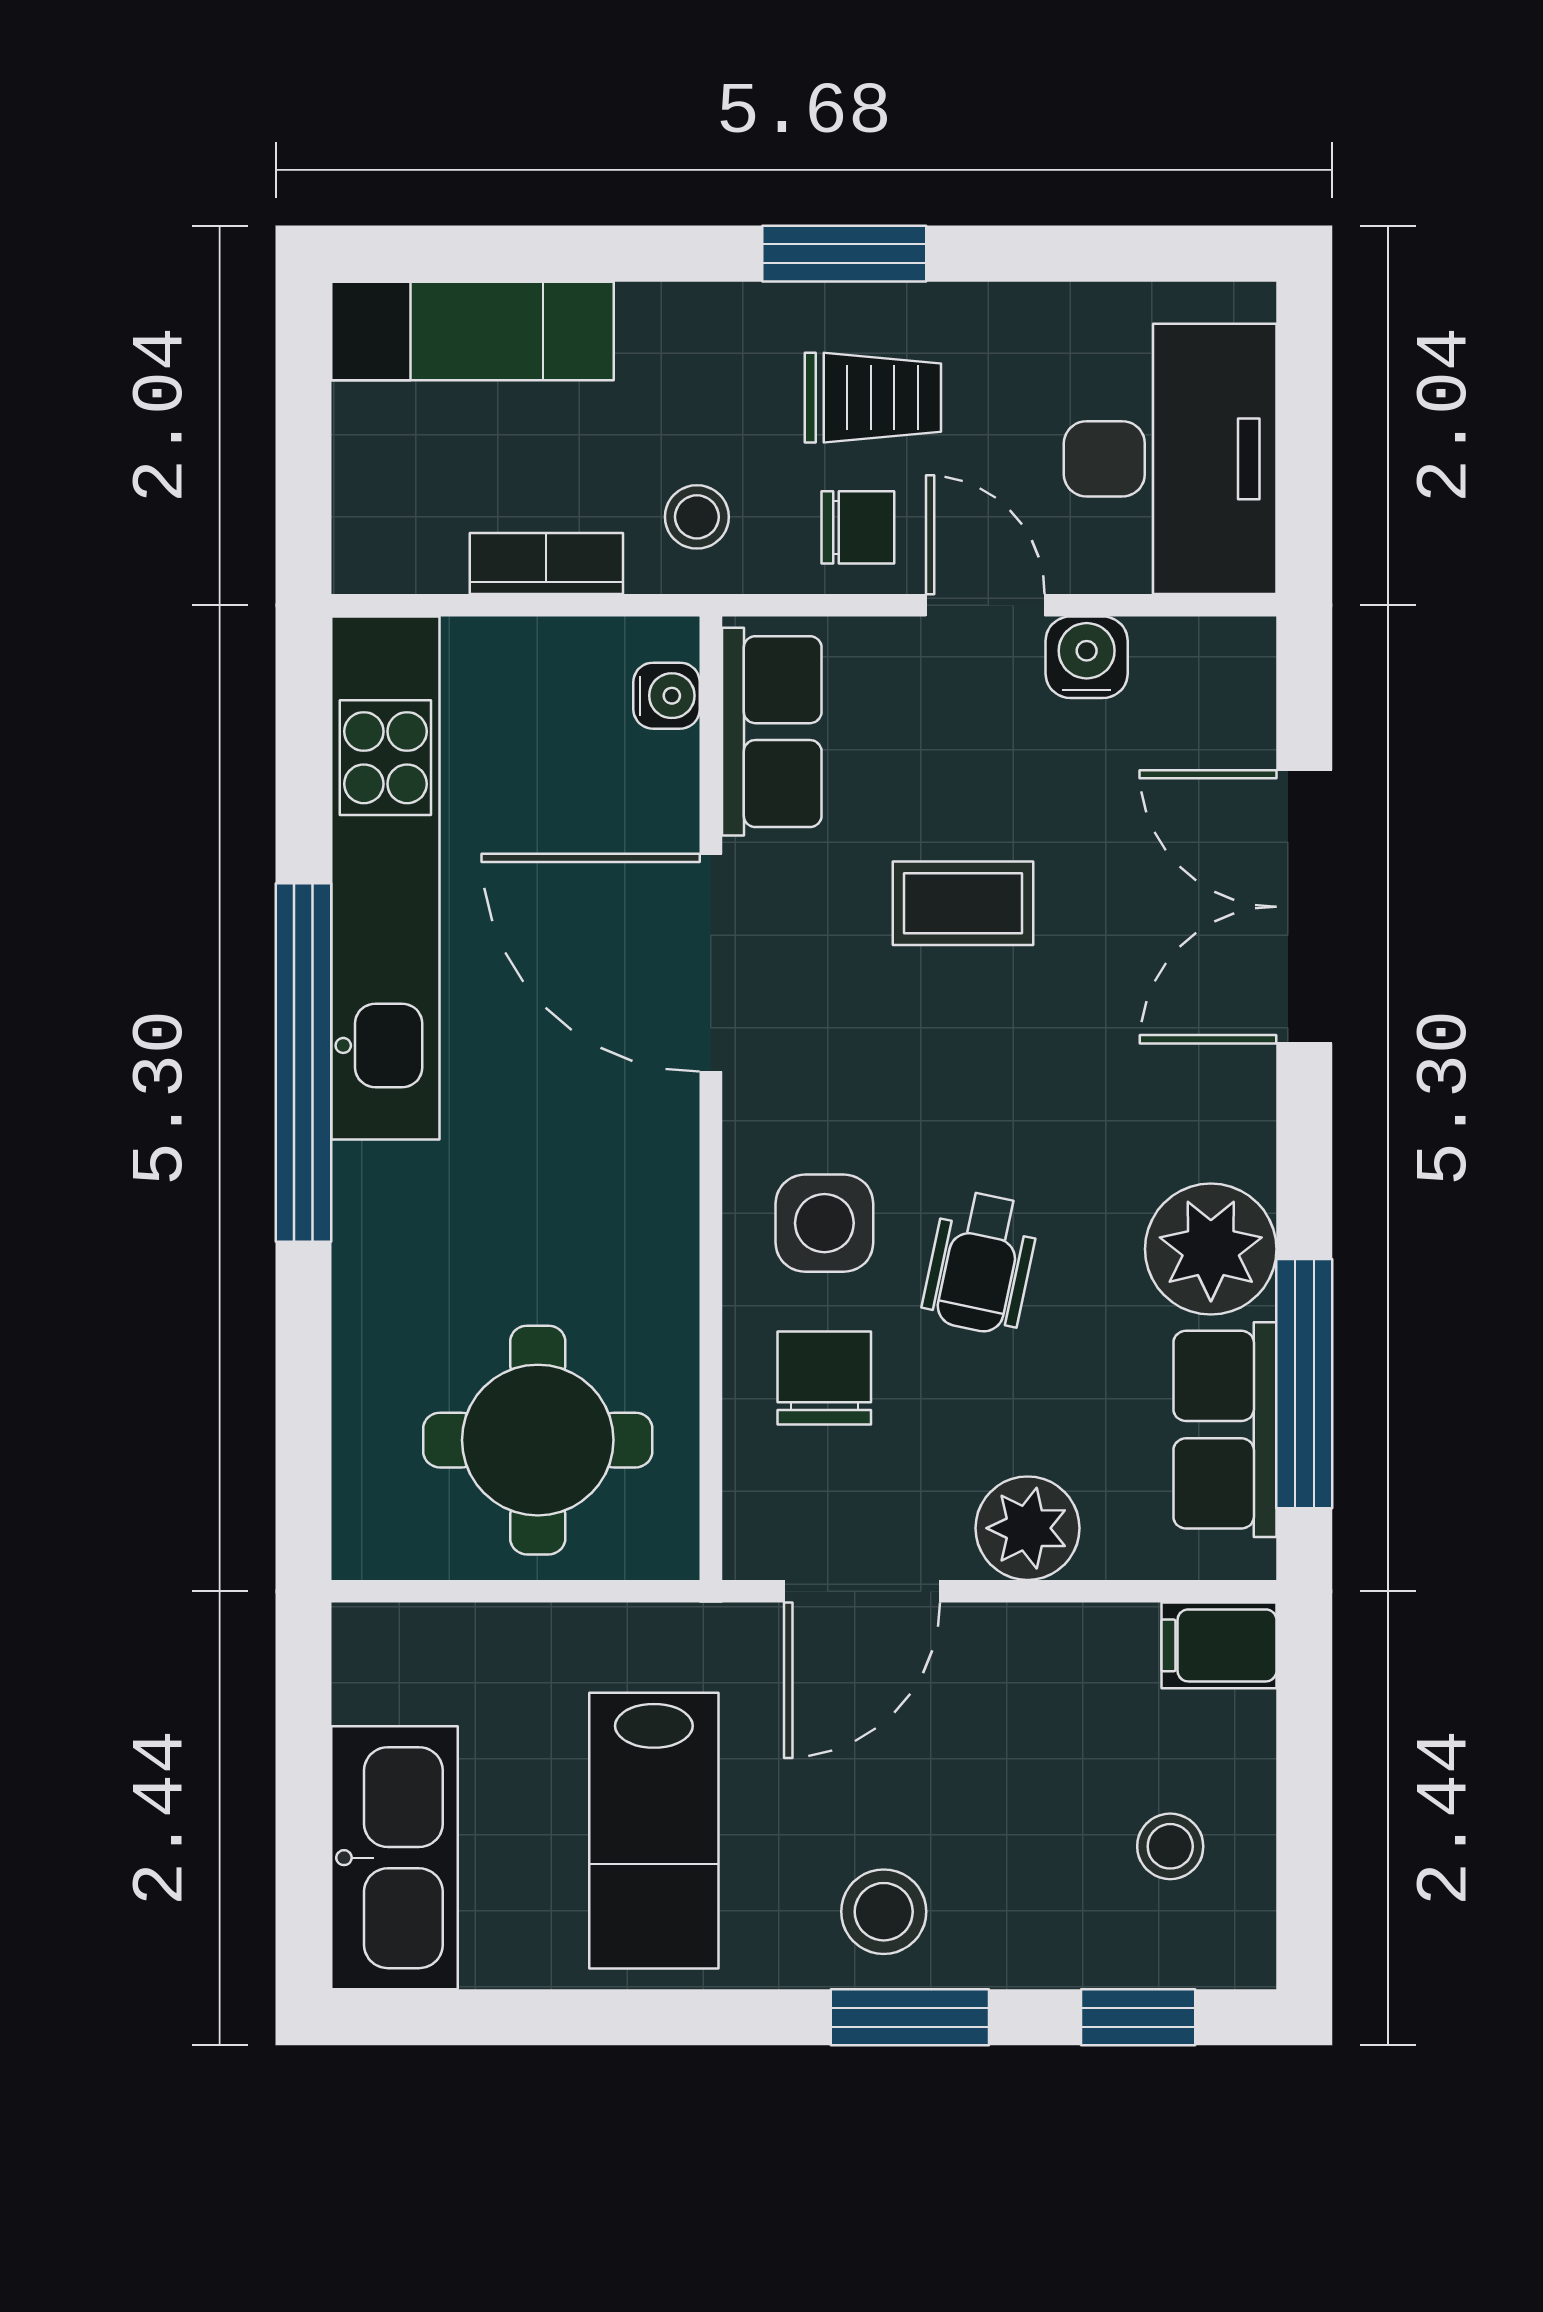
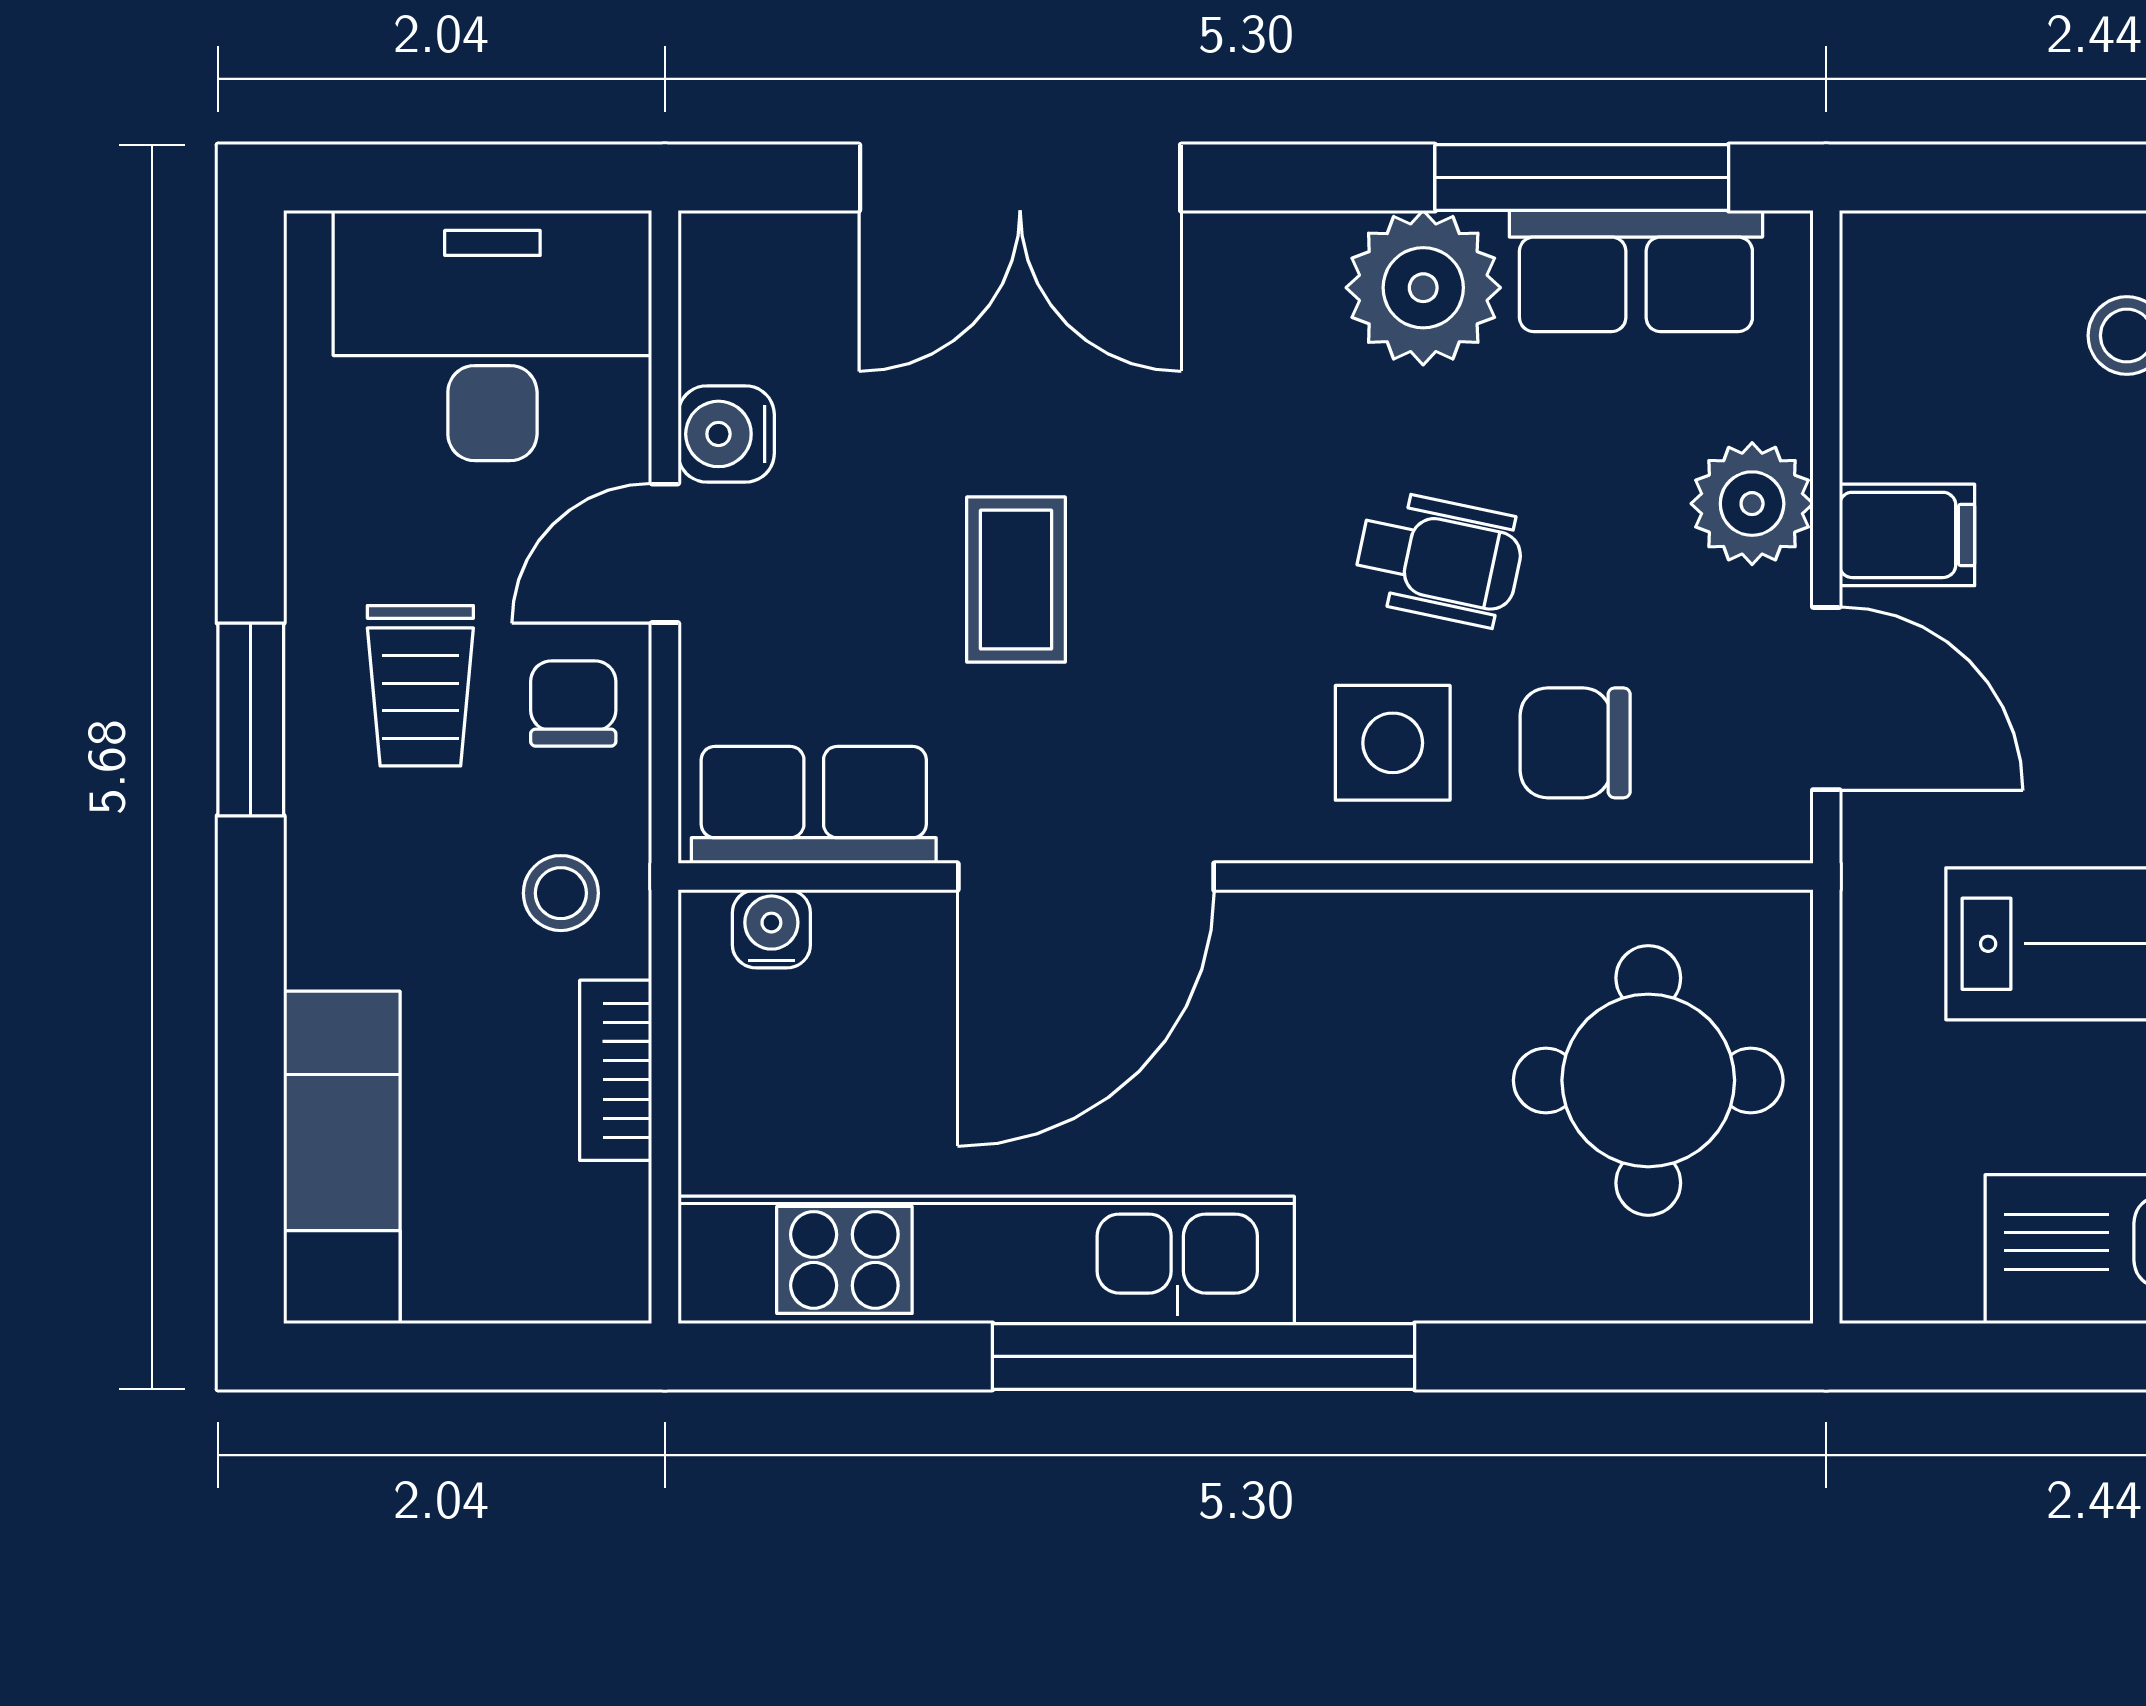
trolley: (873, 398) -> (420, 686), turned 180
filing cabinet: (1219, 1645) -> (1907, 535), moved, turned -90

